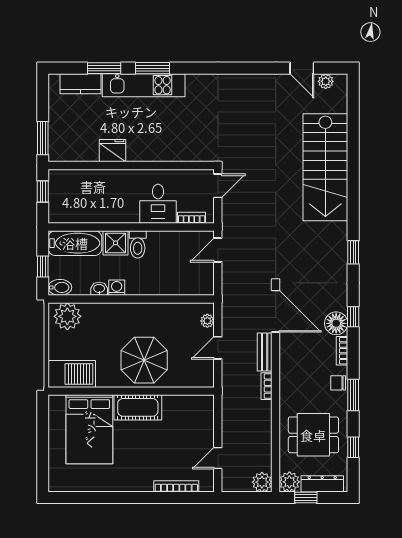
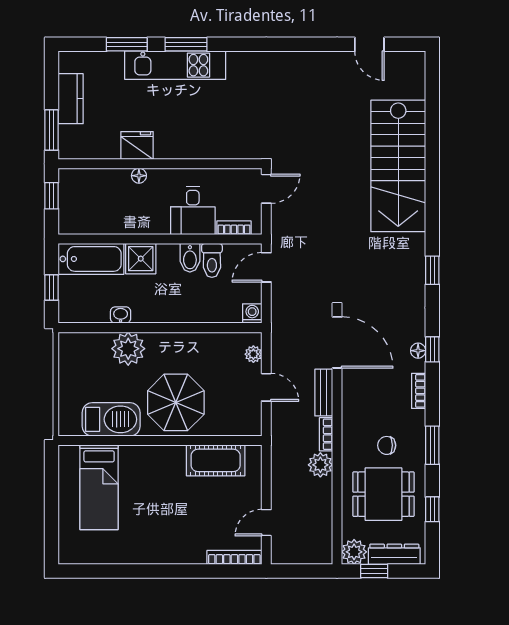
plant: (326, 81) -> (399, 60), removed
kitchen counter: (81, 84) -> (71, 99), moved, turned -90
floor lamp: (114, 175) -> (139, 176), added
toilet: (138, 244) -> (212, 260), moved
bidet: (60, 287) -> (190, 258), moved, turned 90
washing machine: (117, 288) -> (252, 314), moved
plant: (67, 316) -> (128, 349), moved
floor lamp: (336, 323) -> (418, 351), width x0.53, depth x0.53
door: (218, 348) -> (266, 387), swing flipped
barbecue: (72, 374) -> (111, 419), moved
chair: (338, 383) -> (387, 445), moved
cot: (138, 407) -> (216, 460), moved
bed: (89, 429) -> (99, 487), width x0.67
plant: (262, 482) -> (320, 465), moved
bookcase: (176, 486) -> (234, 557), moved

